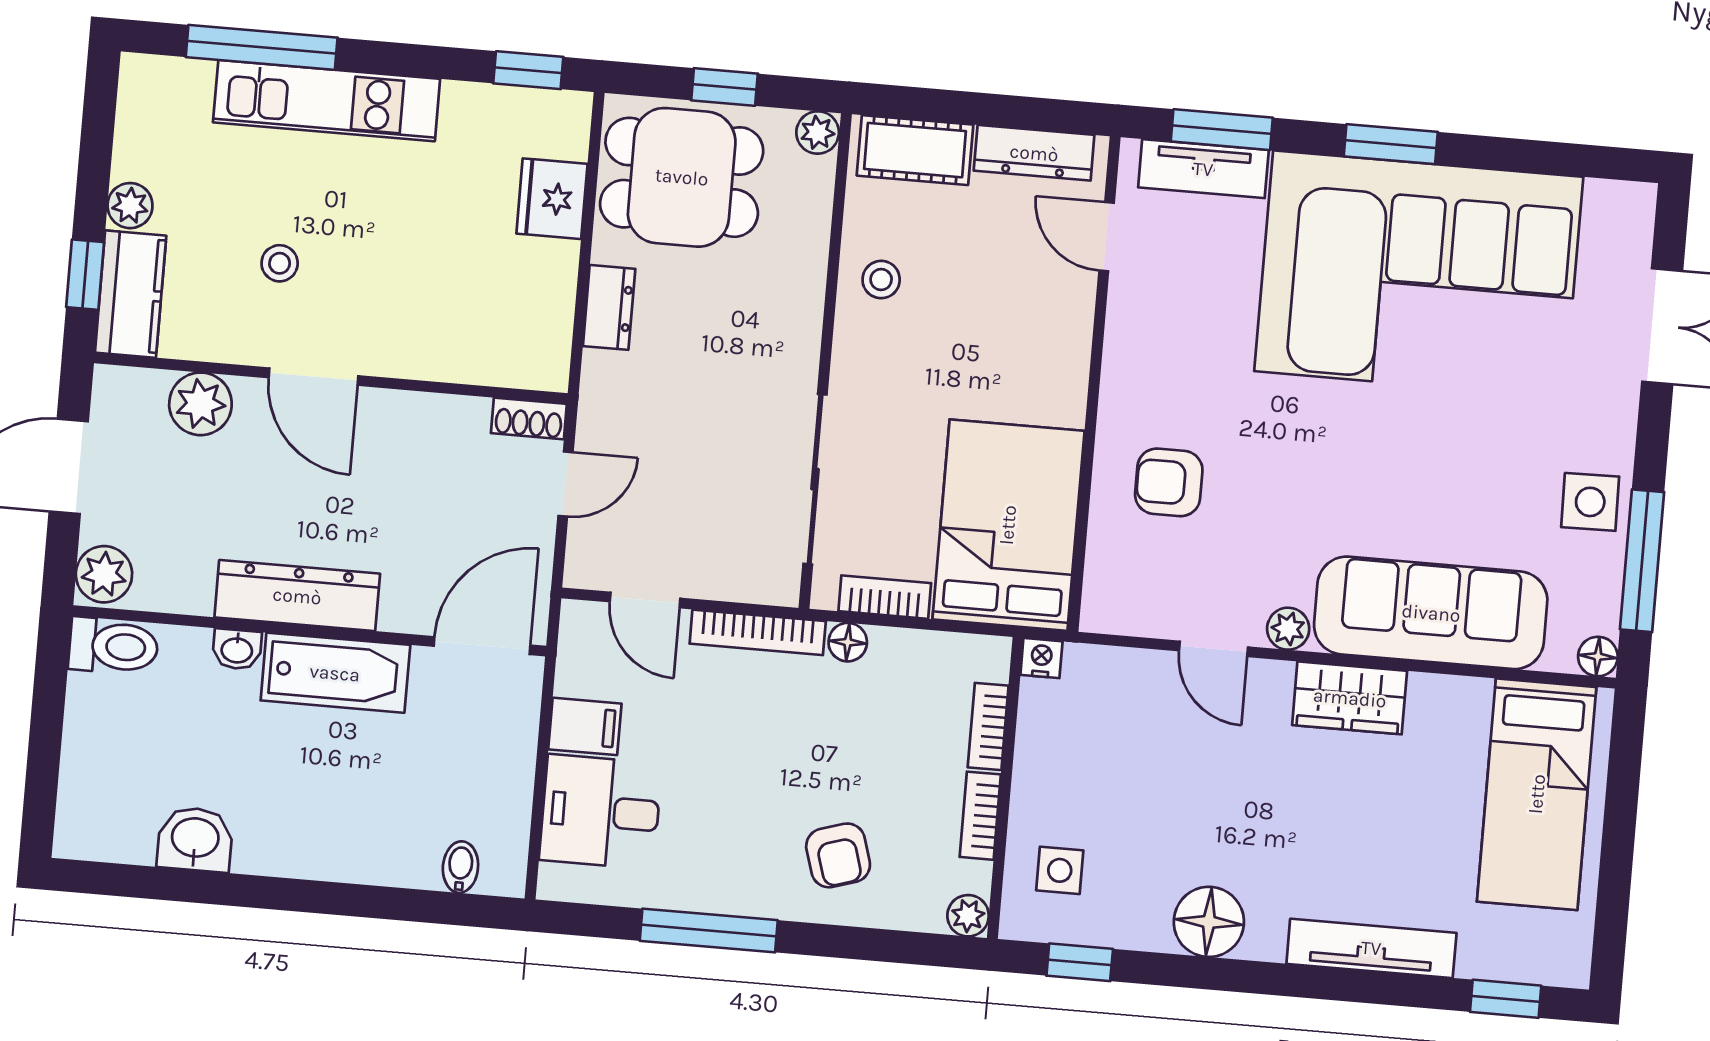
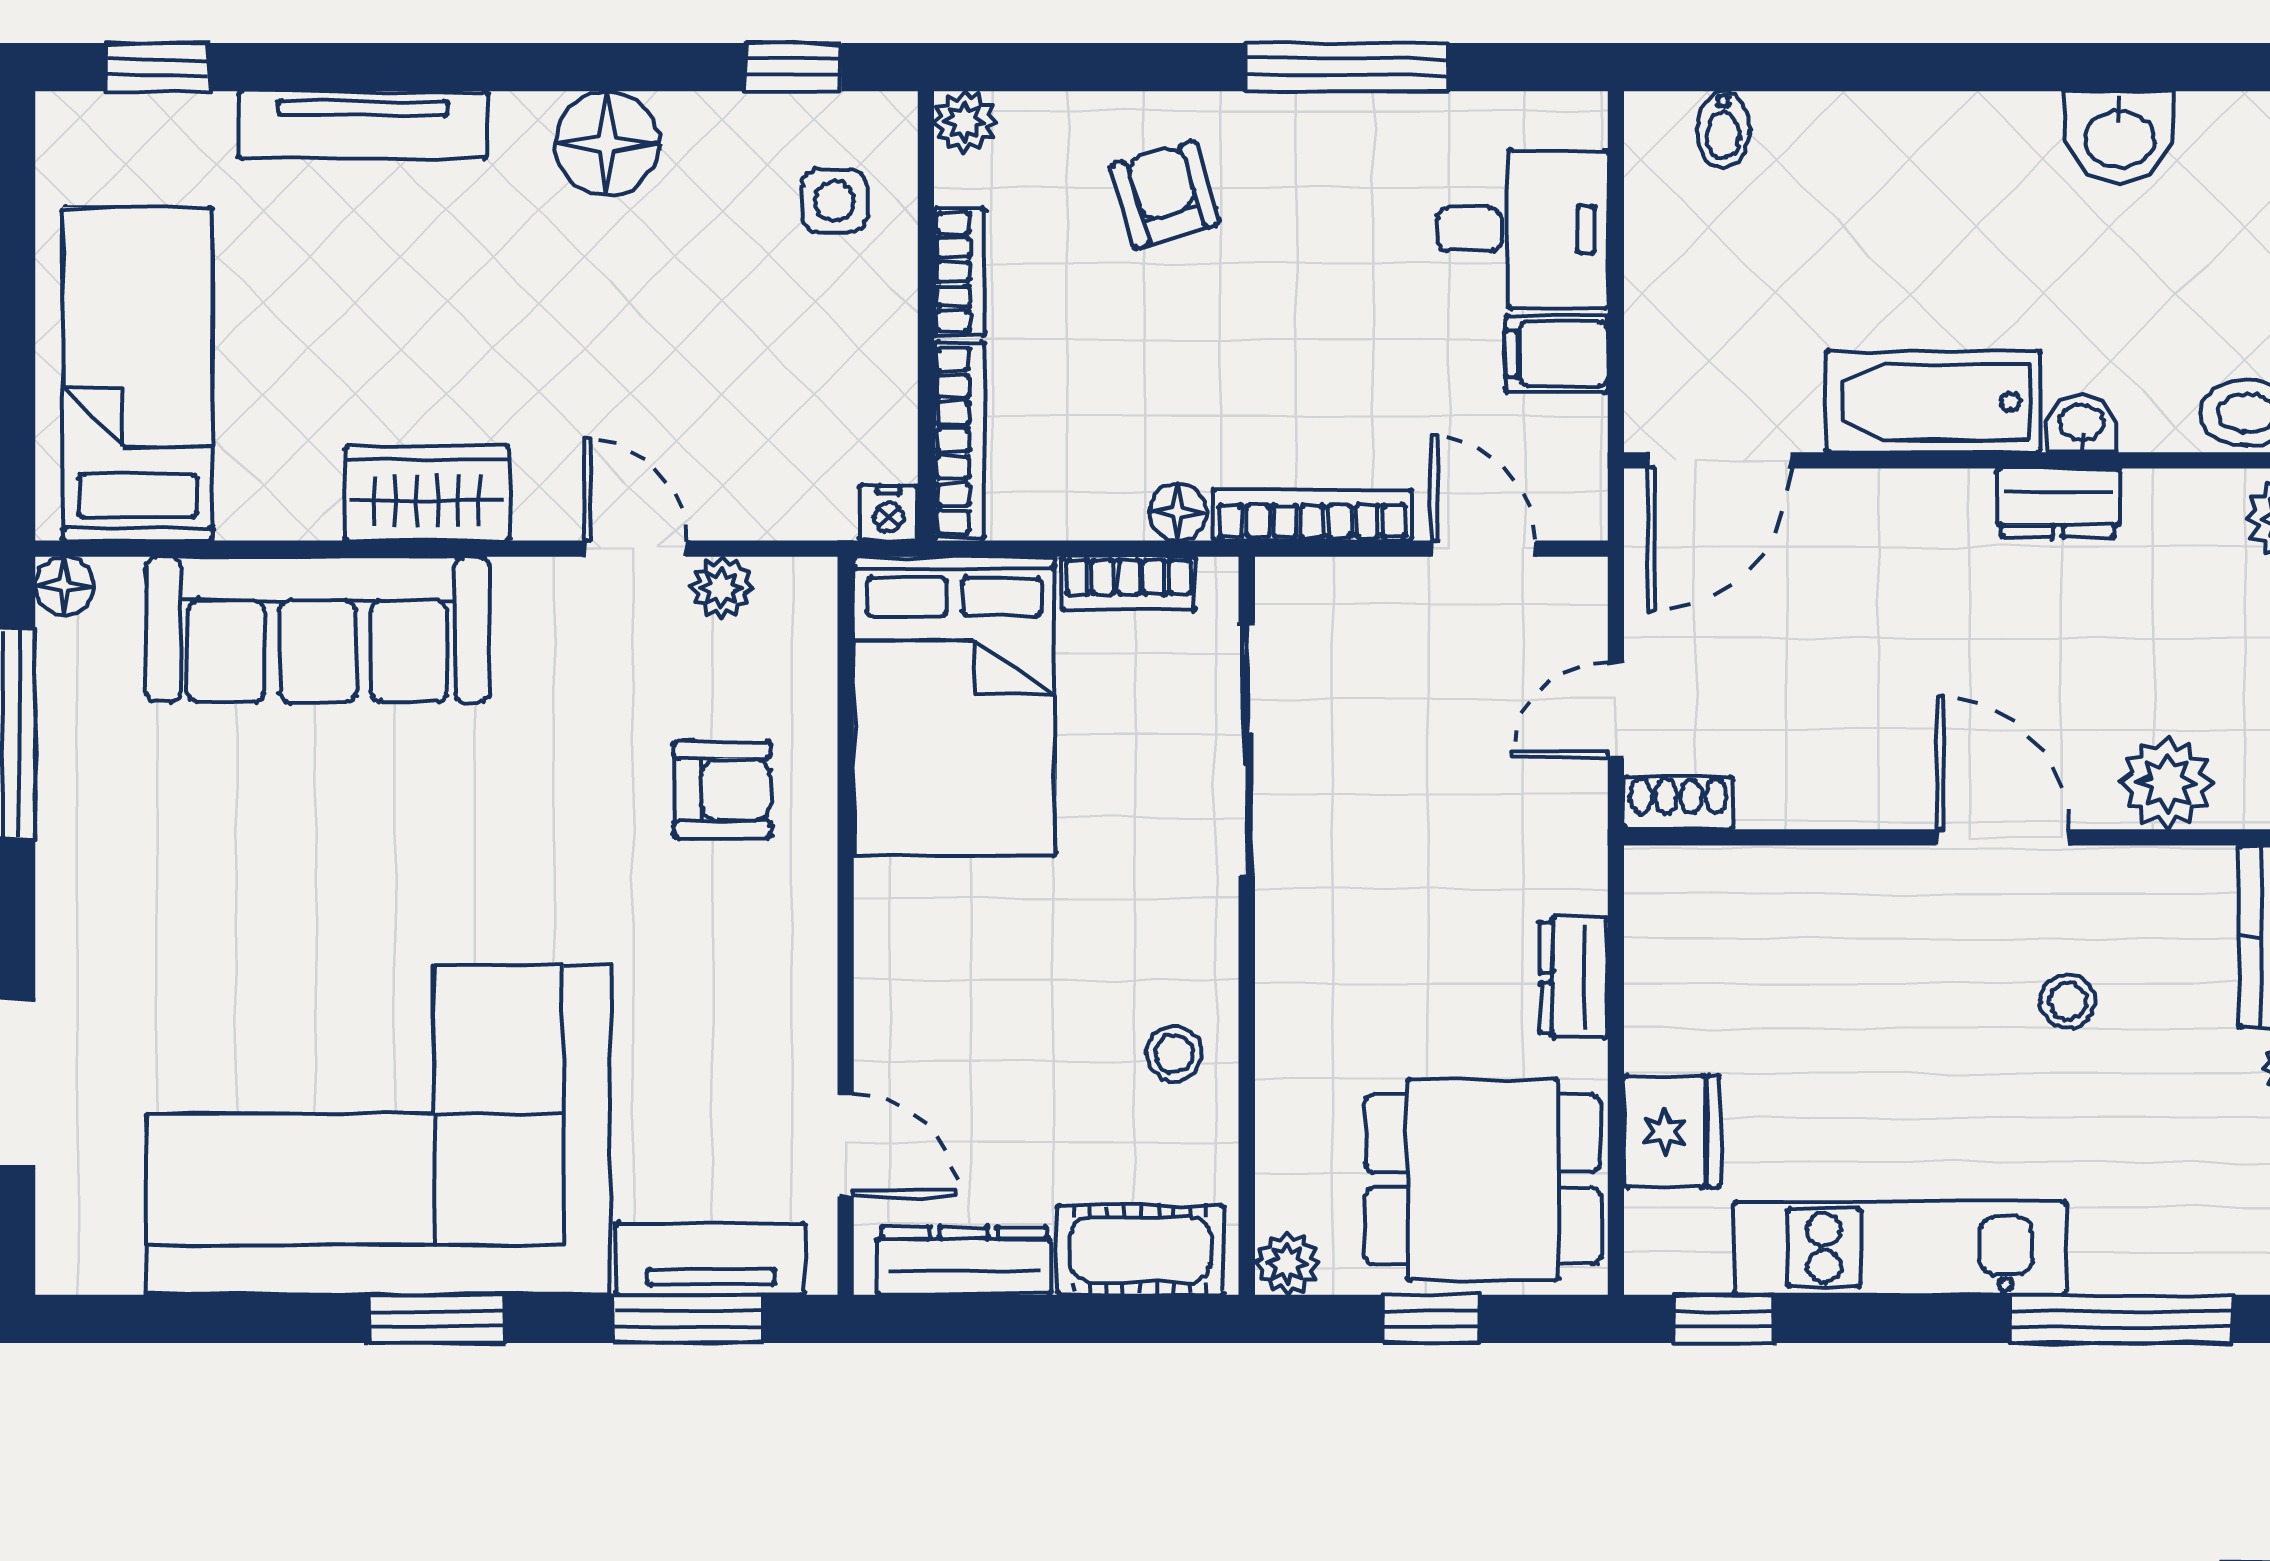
kitchen unit: (327, 101) -> (1900, 1248), moved
side table: (1590, 502) -> (95, 814), removed
dresser: (297, 596) -> (2058, 503), width x0.51, depth x0.80
plant: (1288, 629) -> (722, 588), moved
bookcase: (988, 726) -> (959, 440), width x1.56

